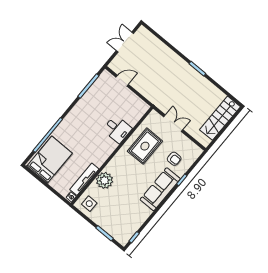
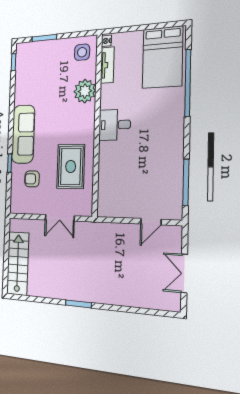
double door: (125, 42) -> (184, 273), swing flipped
desk: (117, 129) -> (115, 125), moved
tv unit: (84, 179) -> (107, 65), width x0.71

